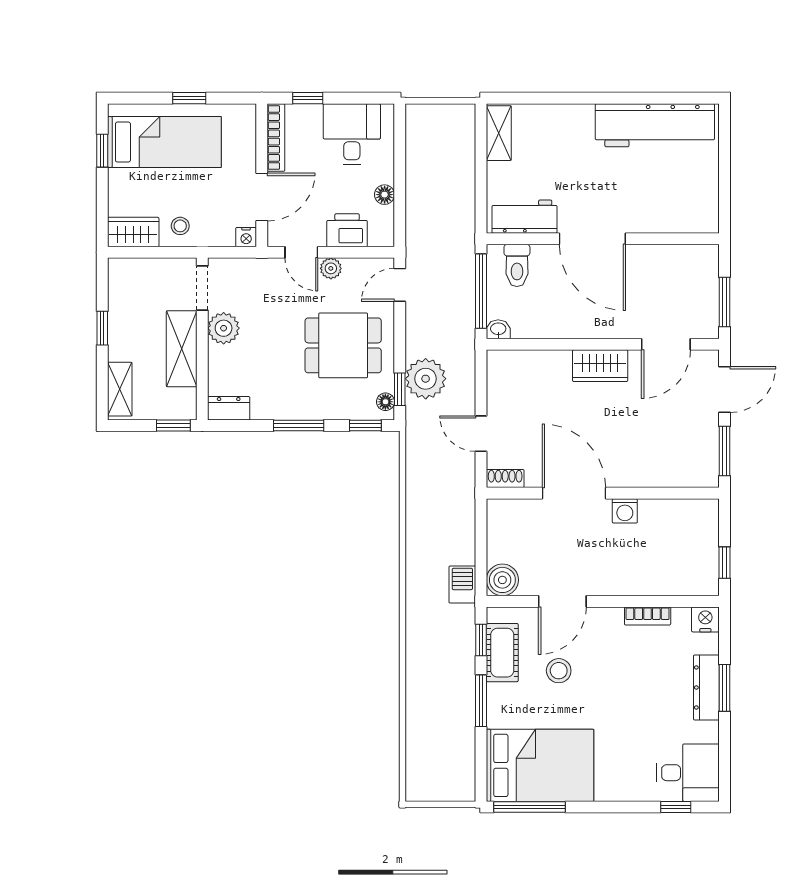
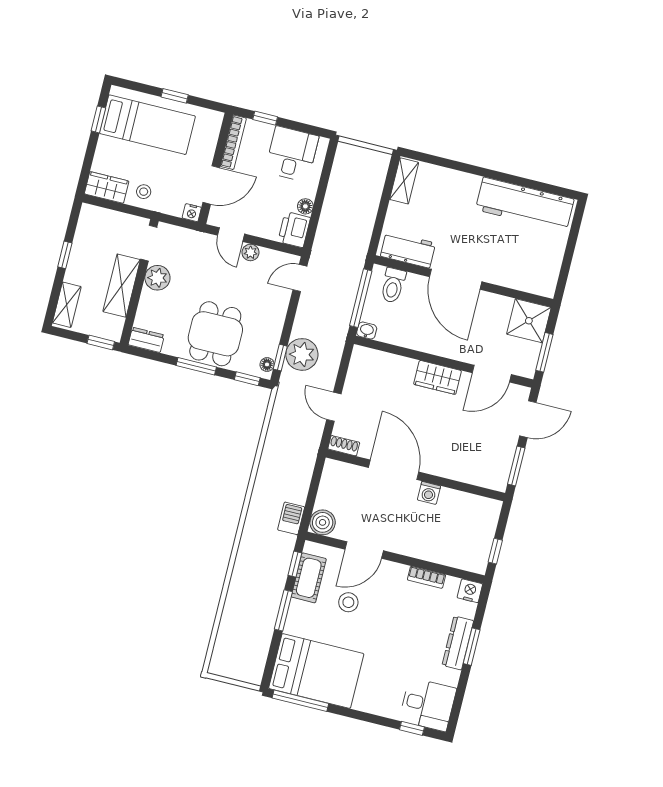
printer: (347, 230) -> (294, 230), moved, turned -90
shower: (696, 268) -> (529, 321), added
dining table: (343, 345) -> (215, 334), moved, turned 90

